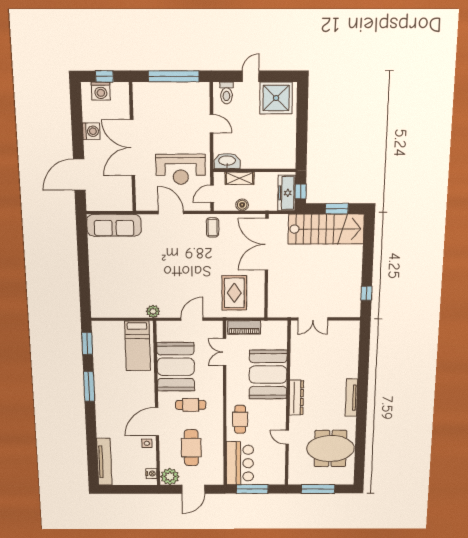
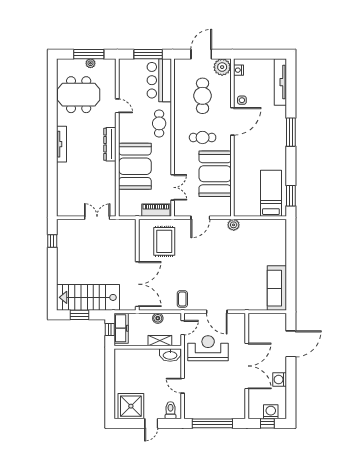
sofa: (114, 225) -> (277, 288), moved, turned -90
bed: (138, 346) -> (271, 193), moved
window: (89, 386) -> (291, 132), moved
plant: (316, 480) -> (90, 63), added

